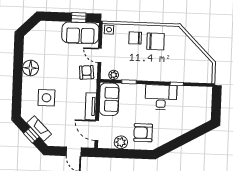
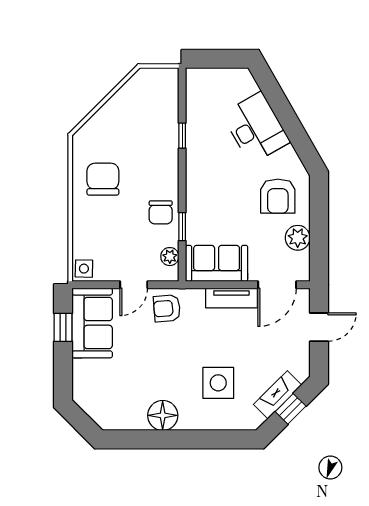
chair: (135, 38) -> (161, 212), moved
desk: (161, 97) -> (256, 128), moved, turned 150

